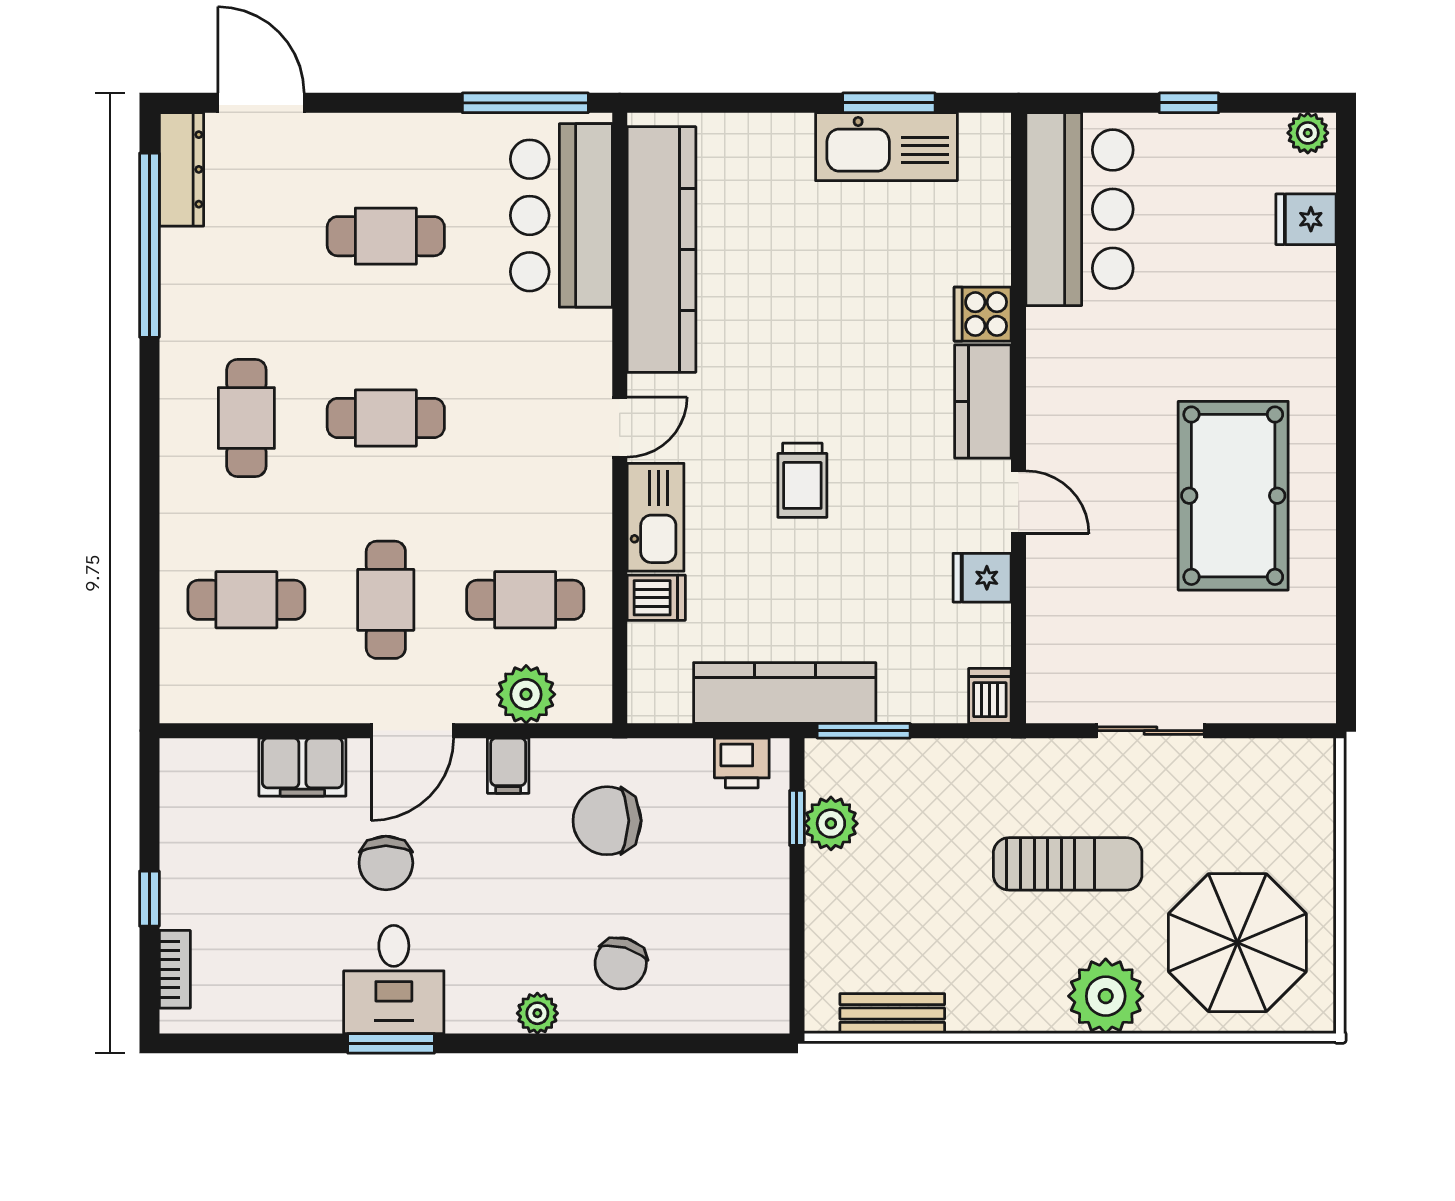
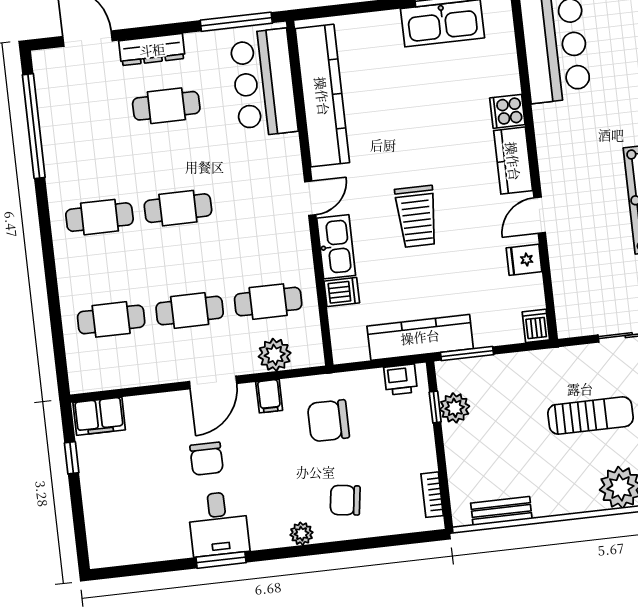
dresser: (181, 169) -> (152, 50), moved, turned 90
cafe table: (246, 418) -> (99, 217), turned 90
trolley: (802, 480) -> (417, 216), width x1.36, depth x1.39
door: (1019, 502) -> (540, 215), swing flipped
cafe table: (386, 600) -> (190, 311), turned 90
filing cabinet: (302, 767) -> (99, 416), moved
window: (149, 899) -> (72, 458), moved
chair: (621, 963) -> (345, 500), turned 82
bookcase: (175, 969) -> (432, 495), moved, turned 180

